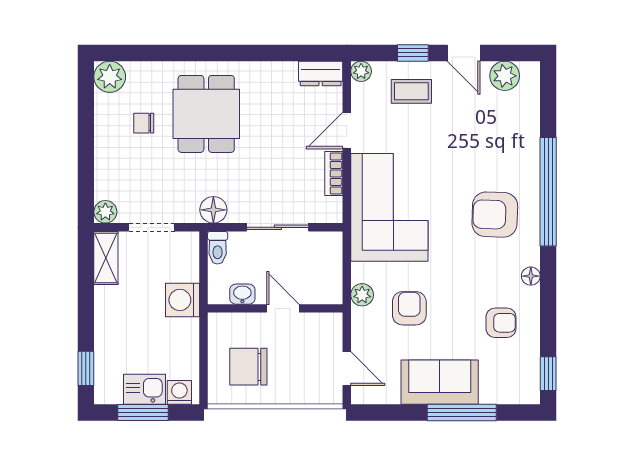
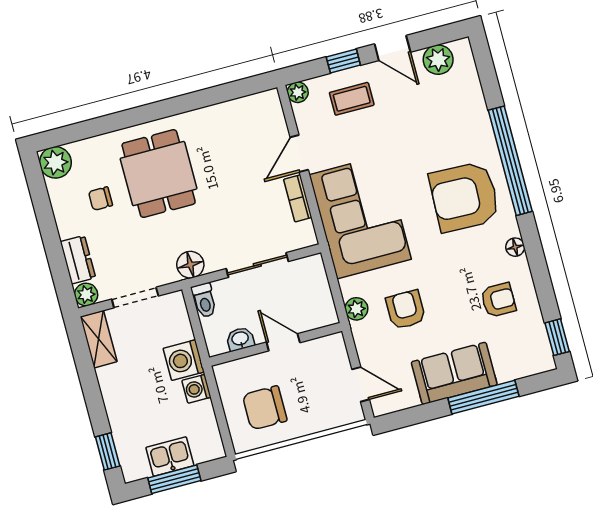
dresser: (321, 73) -> (78, 260), moved, turned -90
armchair: (495, 215) -> (464, 197), width x1.36, depth x1.36
washing machine: (179, 392) -> (196, 389), moved, turned -90

